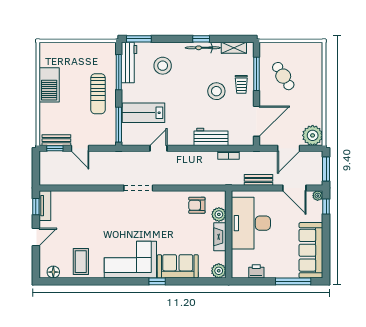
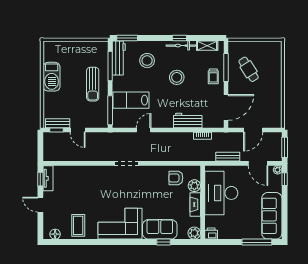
stool: (216, 91) -> (177, 77), moved
plant: (313, 135) -> (273, 119), removed
door: (36, 237) -> (40, 205), swing flipped
printer: (256, 271) -> (211, 234), moved
window: (157, 281) -> (164, 242), moved

